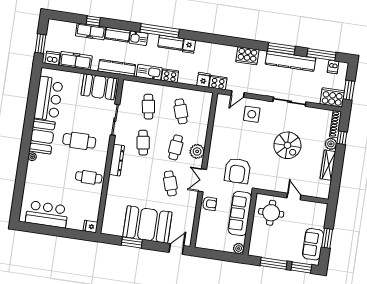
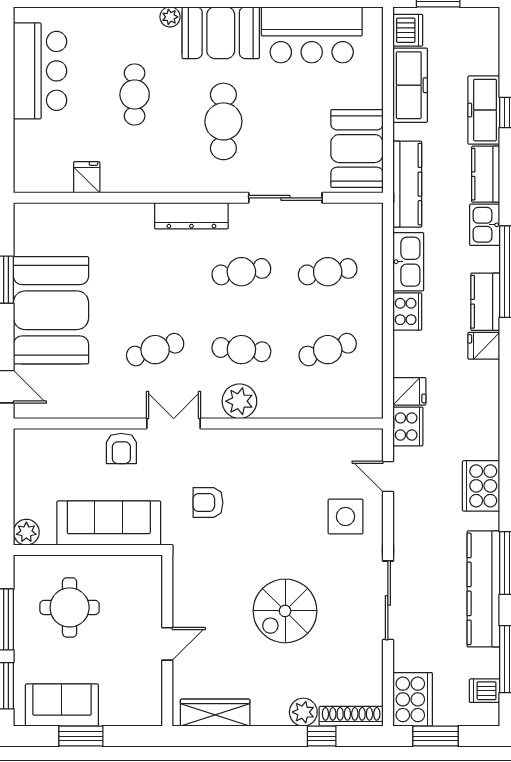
wardrobe: (328, 165) -> (215, 713), moved
armchair: (237, 171) -> (208, 502), width x0.53, depth x0.53
cafe table: (89, 177) -> (135, 95), moved
round table: (271, 213) -> (70, 607), moved
fridge: (90, 226) -> (87, 177), moved

